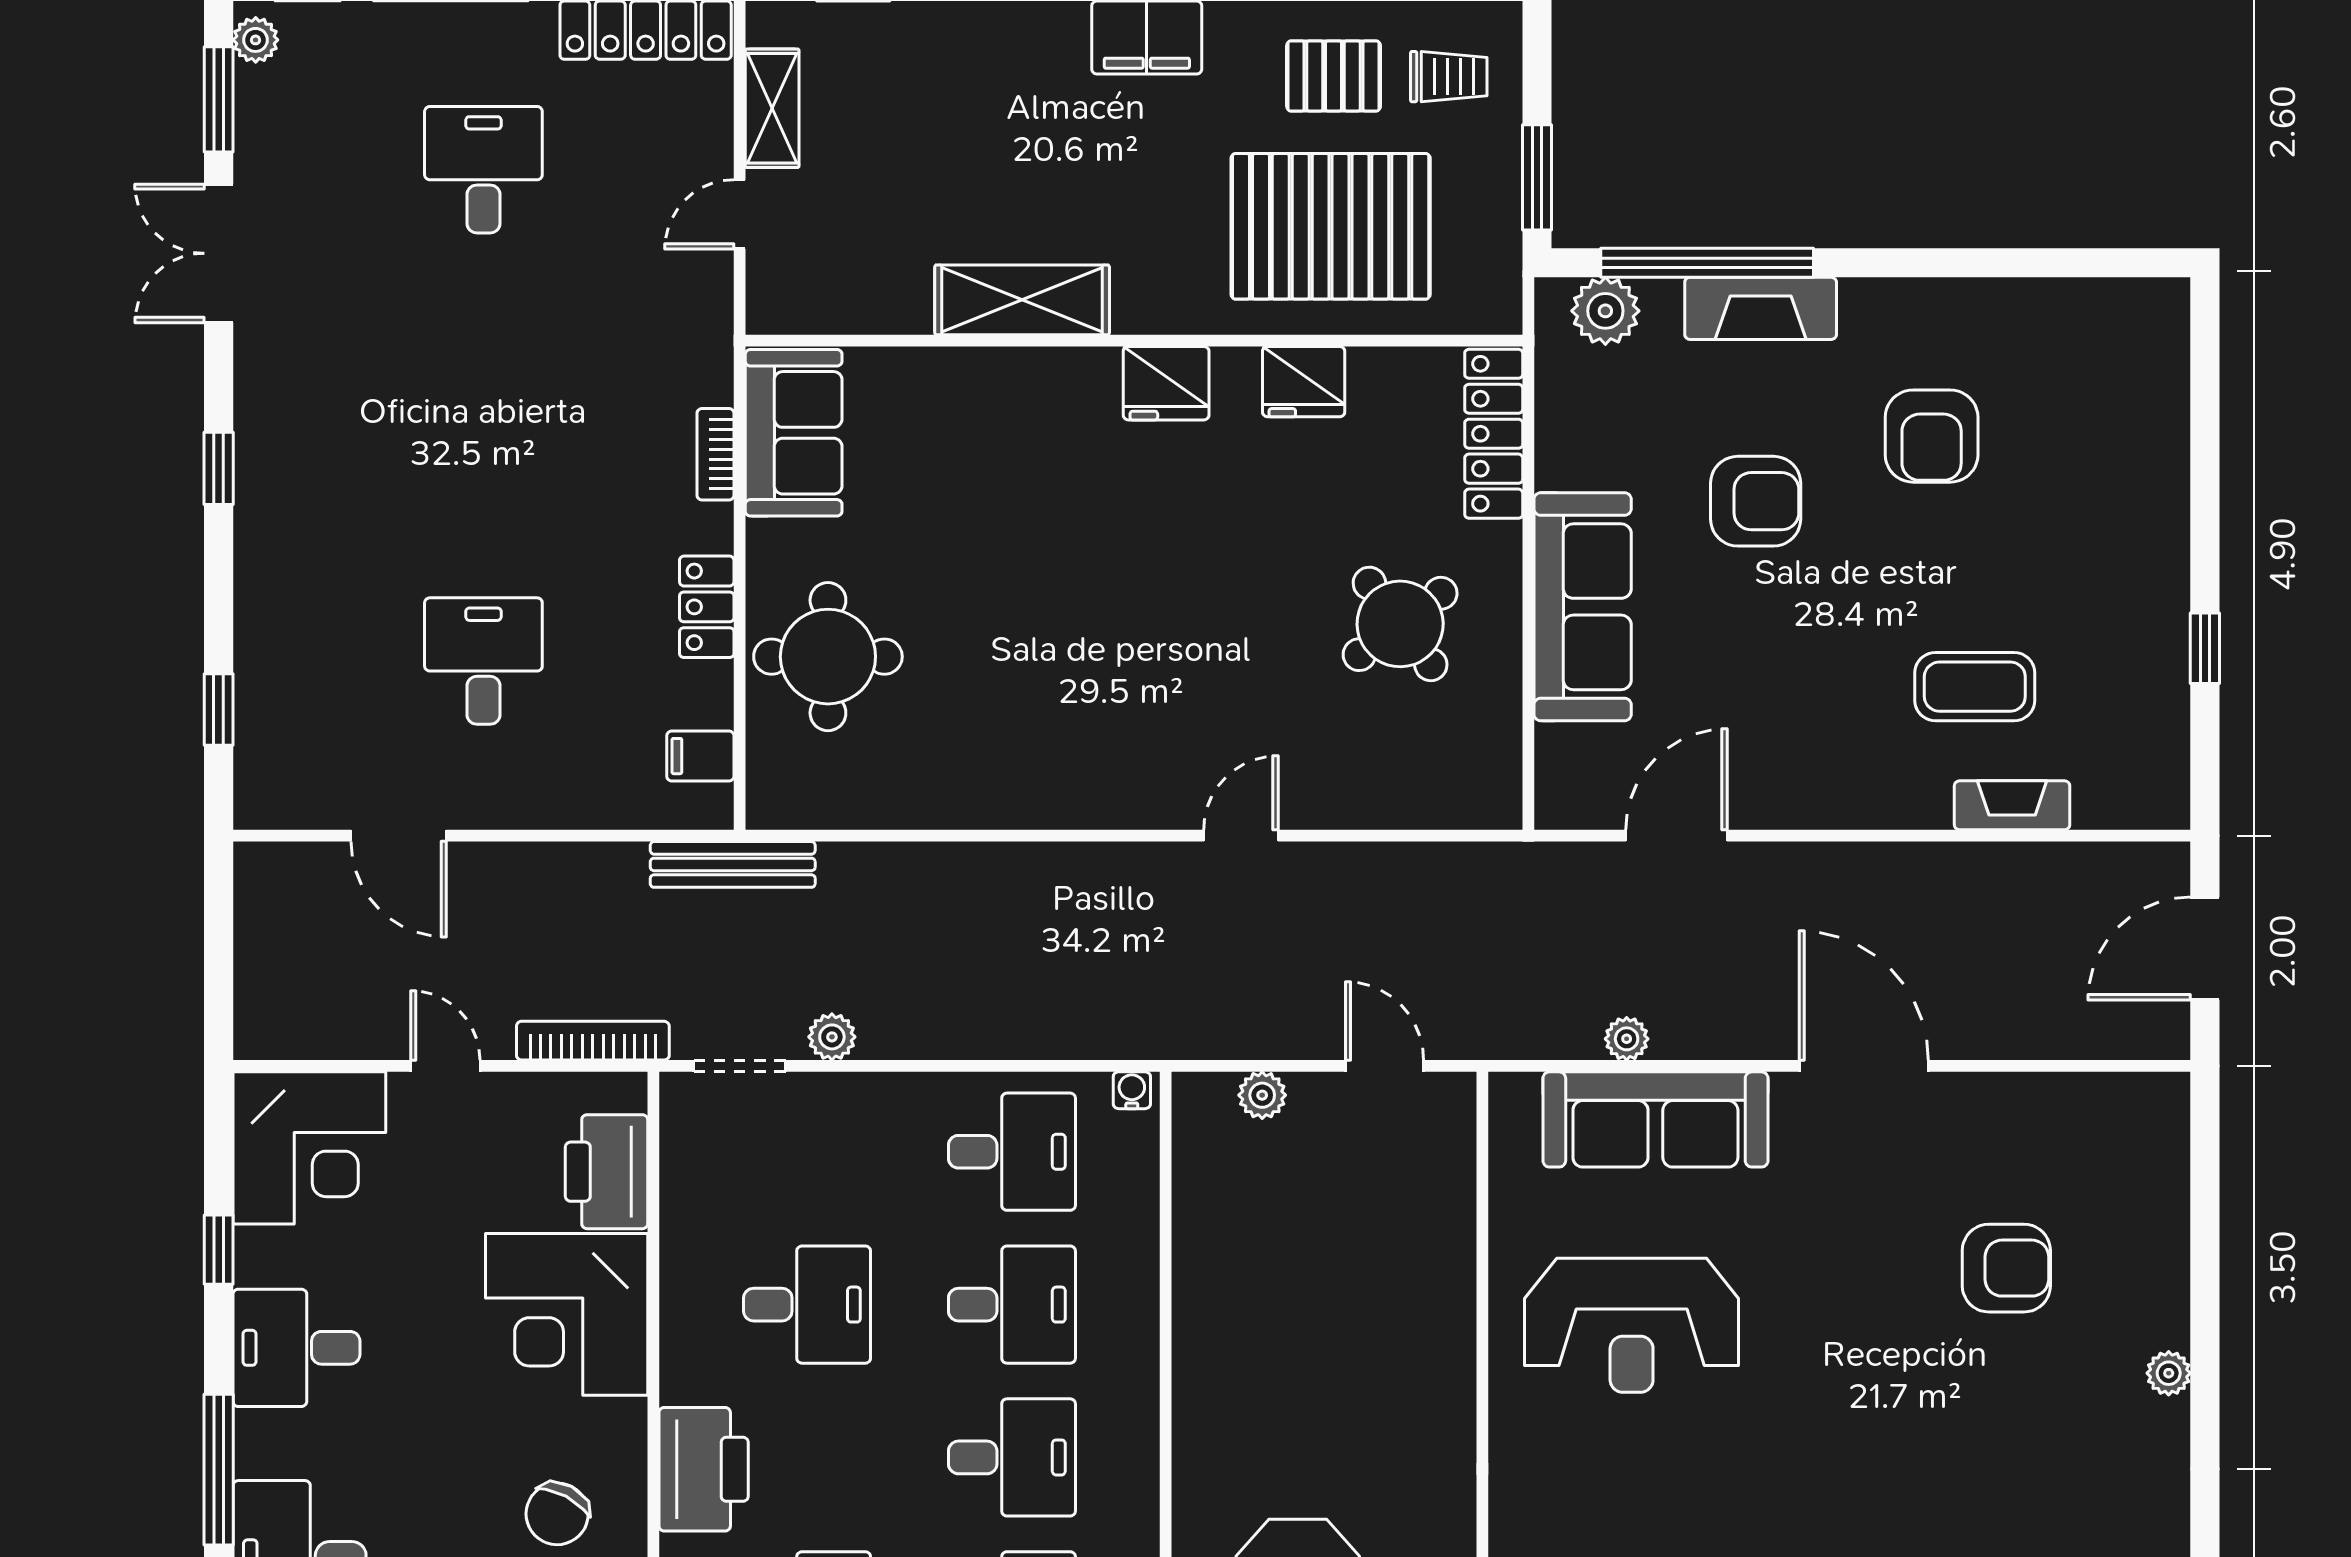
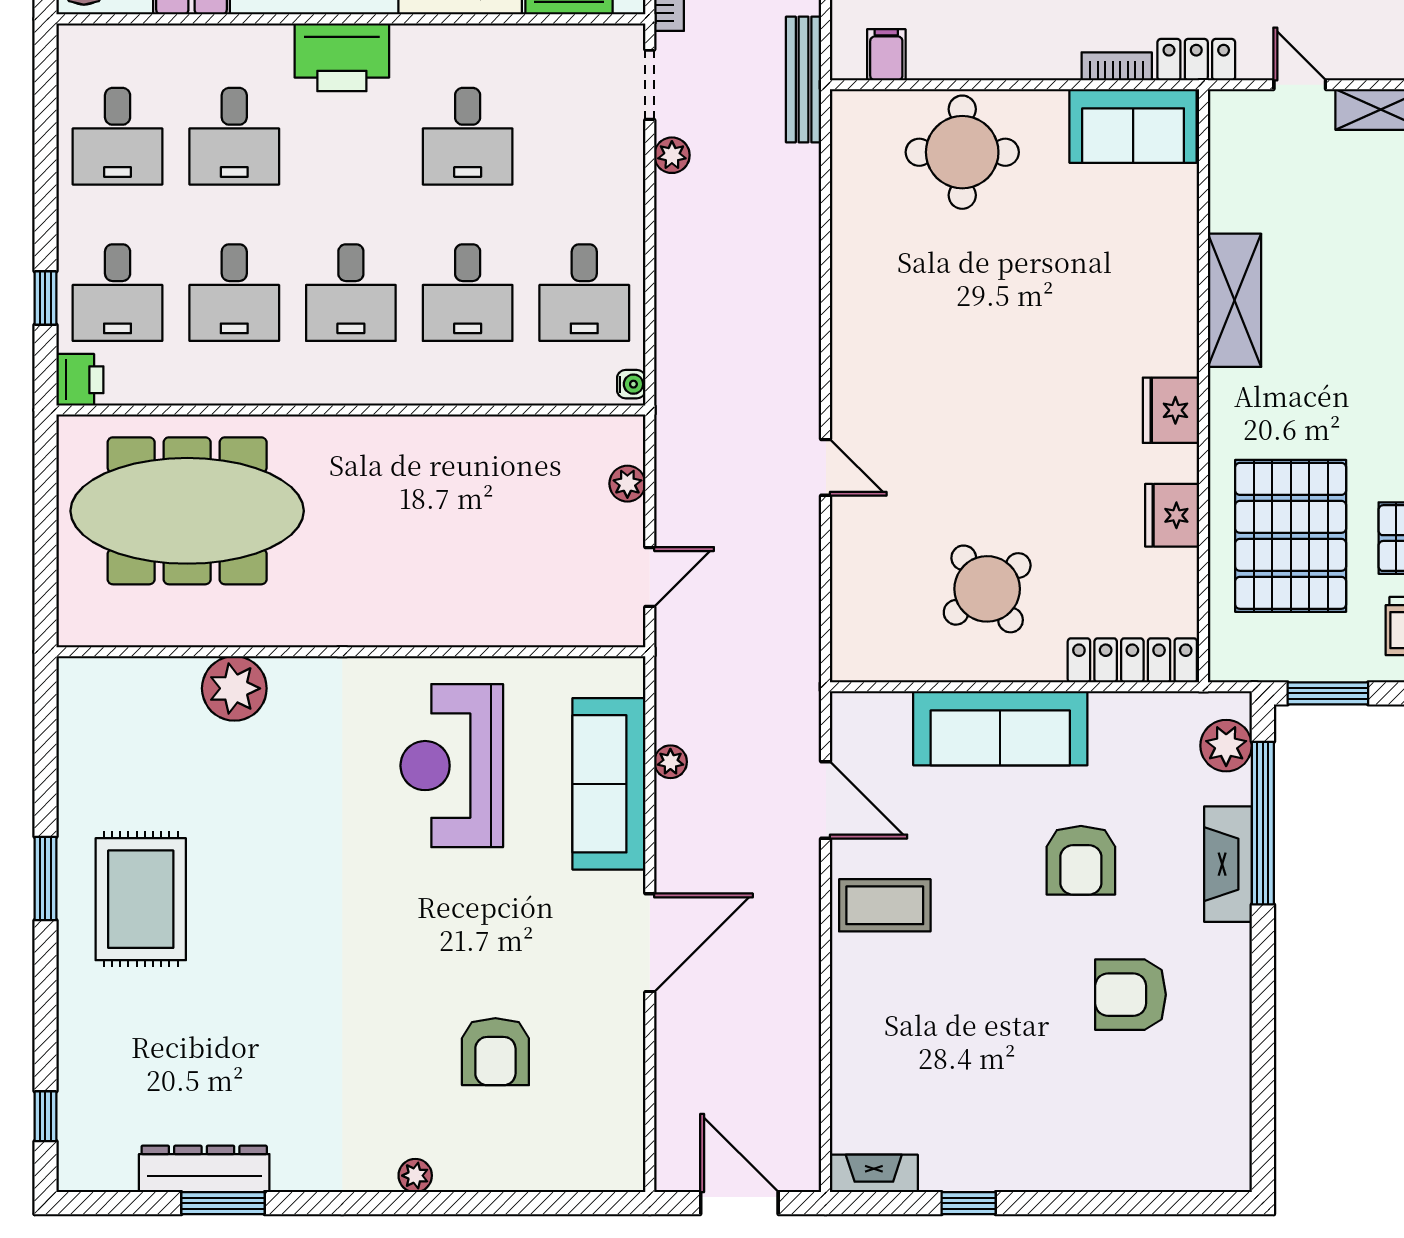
locker: (707, 607) -> (1196, 60), moved
coffee table: (1975, 687) -> (885, 905), moved, turned 90
fireplace: (2012, 805) -> (874, 1173), moved, turned -90

